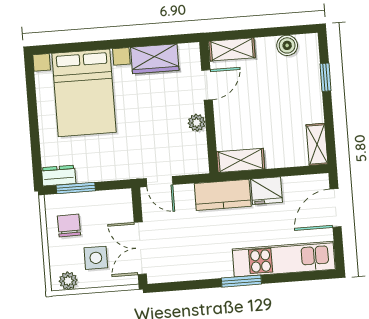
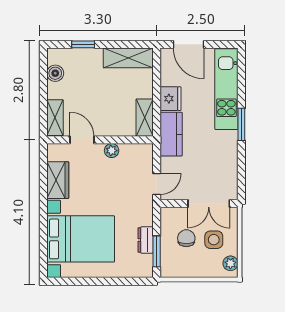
shelving: (317, 144) -> (128, 58), width x1.50, depth x1.33
dresser: (59, 176) -> (146, 240), moved
chair: (69, 226) -> (186, 238), moved, turned 91

